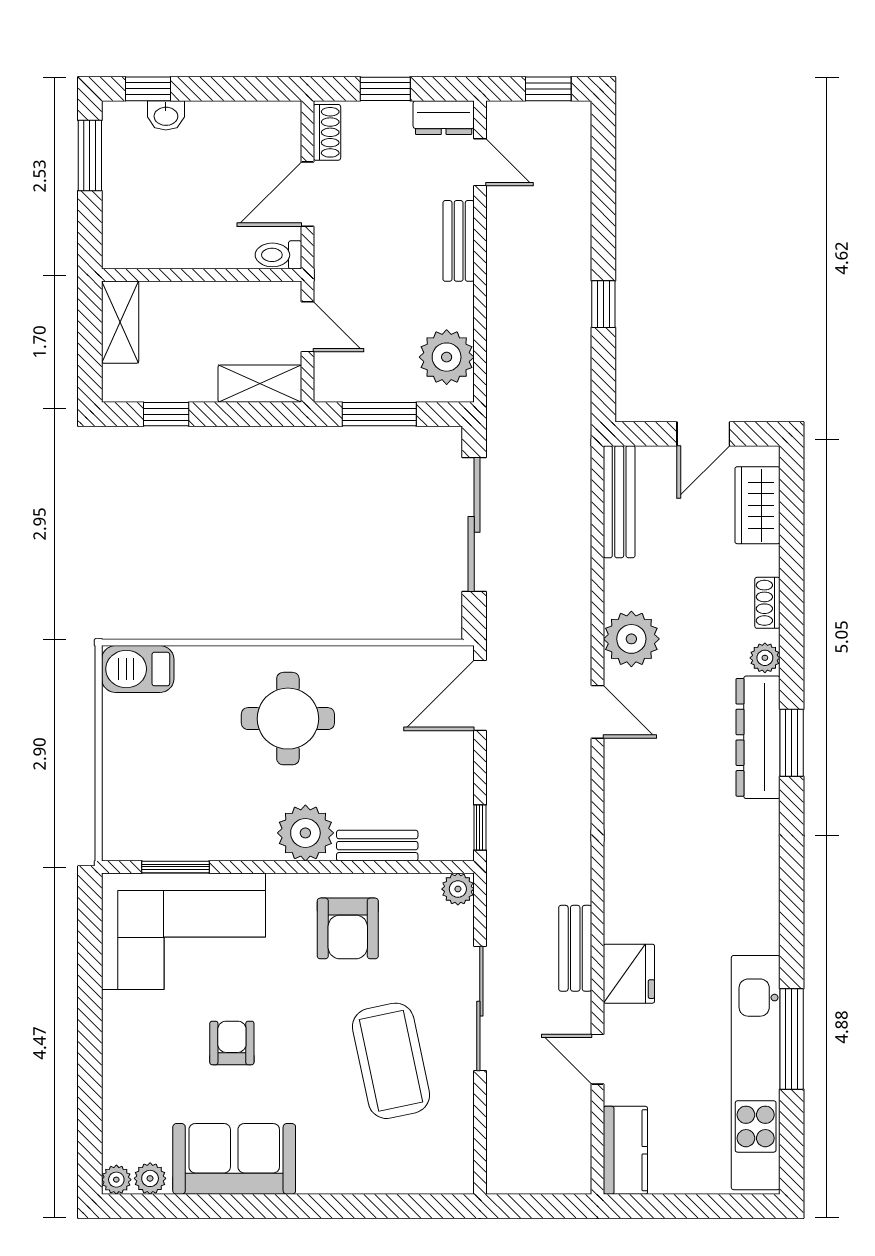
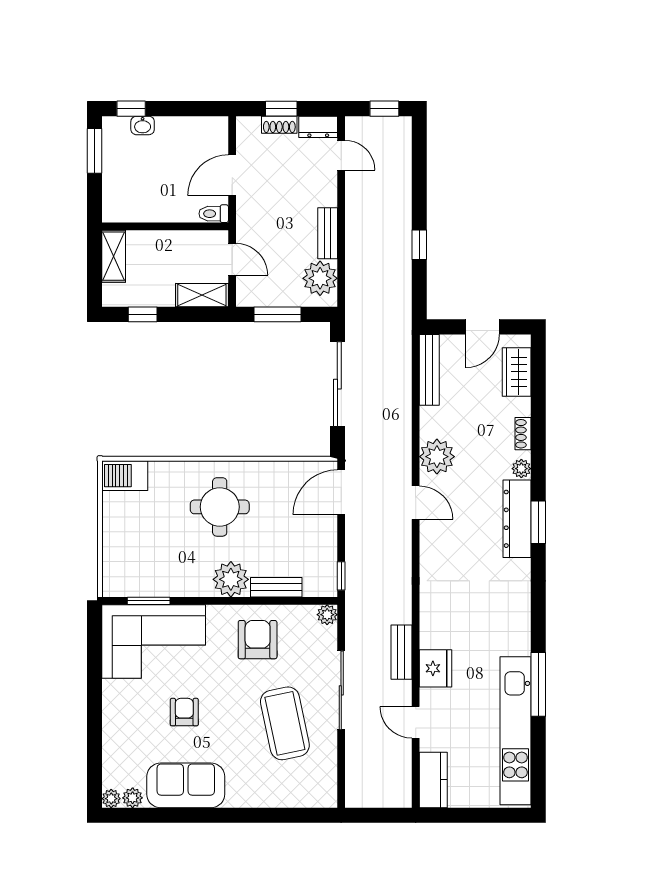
shoe rack: (327, 132) -> (279, 125), moved, turned 90
bench: (459, 241) -> (328, 233), moved
armchair: (348, 928) -> (258, 640), turned 180
window: (792, 1039) -> (538, 684), moved

